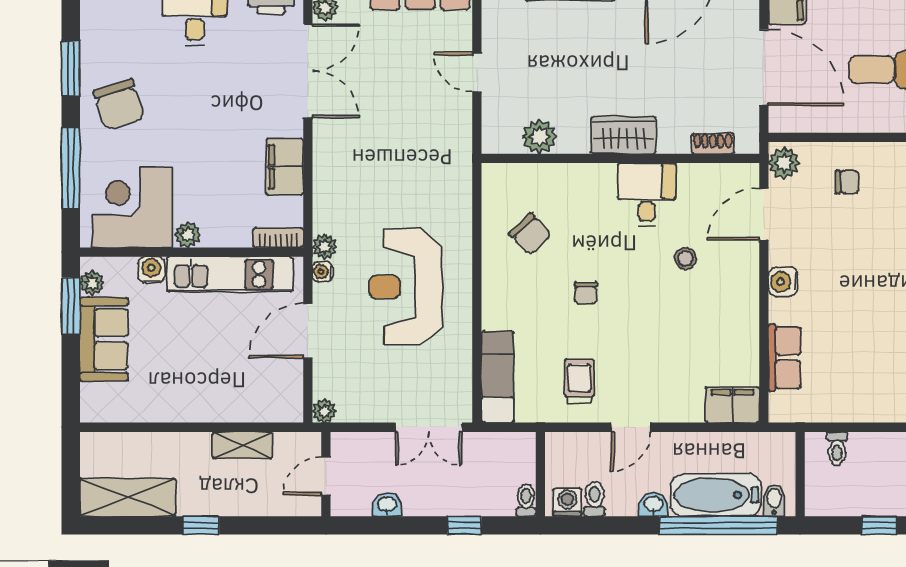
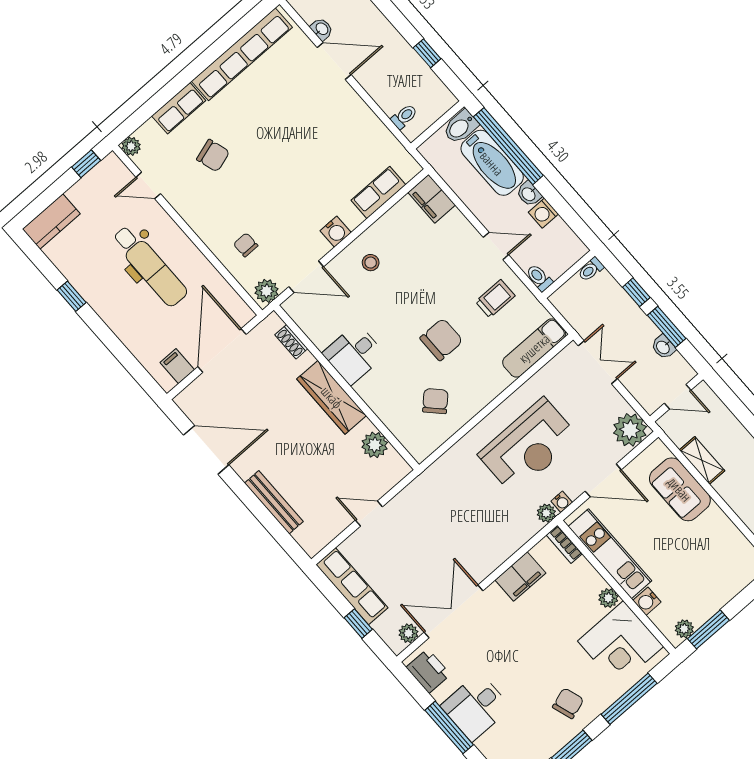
door: (477, 72) -> (369, 513), swing flipped
chair: (119, 104) -> (568, 703), width x0.73, depth x0.73
wardrobe: (623, 135) -> (332, 397), width x1.50
stool: (685, 258) -> (371, 263), moved
chair: (586, 293) -> (441, 339), width x1.87, depth x1.87
sofa: (104, 339) -> (680, 489), moved, turned -90
trolley: (579, 381) -> (495, 299), turned 180
plant: (324, 411) -> (630, 430), width x1.88, depth x1.88
toilet: (595, 499) -> (539, 278), moved, turned 90
bidet: (774, 501) -> (461, 127), width x1.38, depth x1.36
washing machine: (567, 502) -> (543, 213), moved
window: (404, 525) -> (667, 327), added

